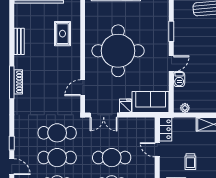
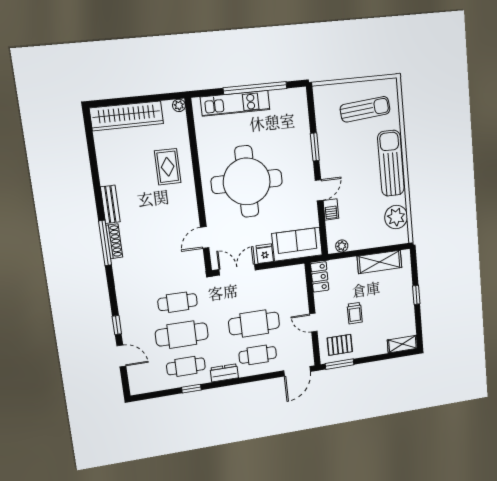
bench: (19, 41) -> (110, 204), moved
double door: (104, 115) -> (237, 270), swing flipped
cafe table: (57, 133) -> (178, 302), width x0.73, depth x0.74
door: (157, 150) -> (313, 323), moved

